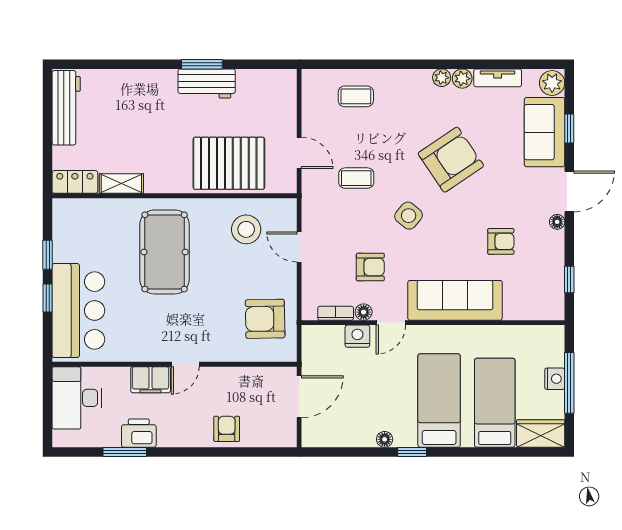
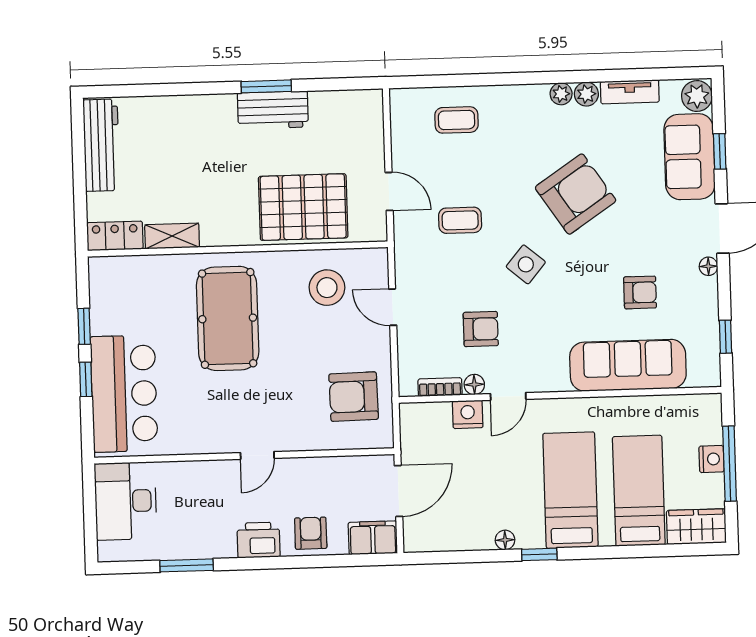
sofa: (455, 300) -> (628, 365), moved
filing cabinet: (151, 380) -> (373, 538), moved, turned 180
printer: (139, 433) -> (259, 540), moved

